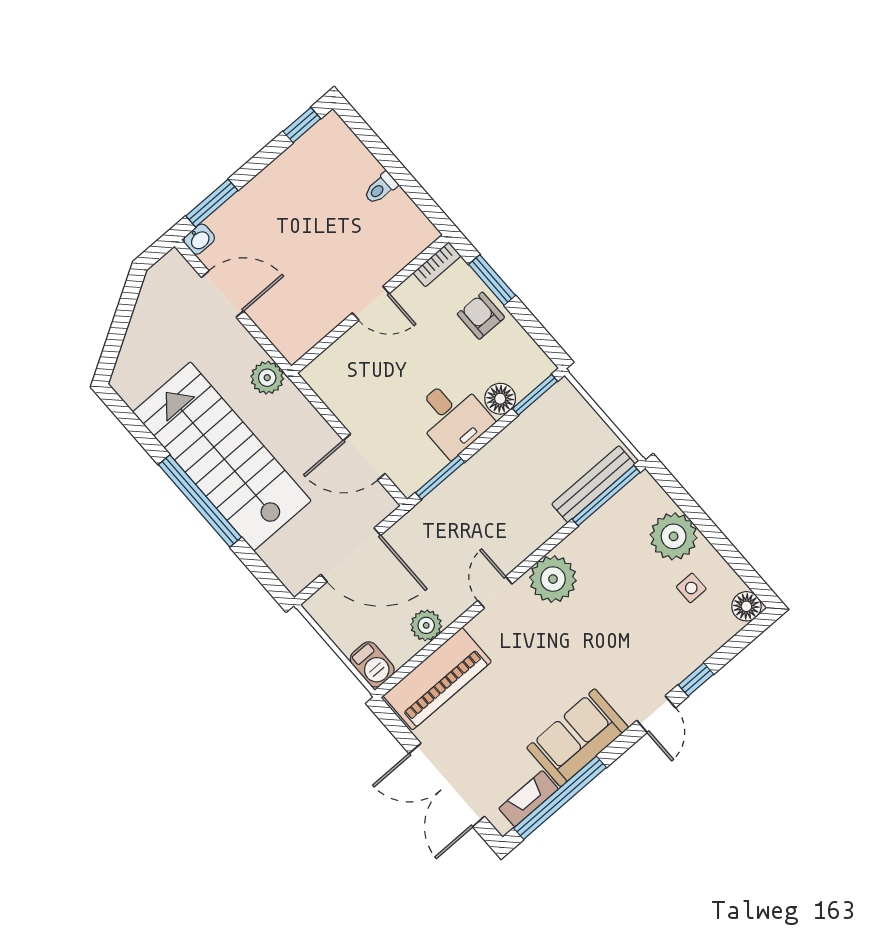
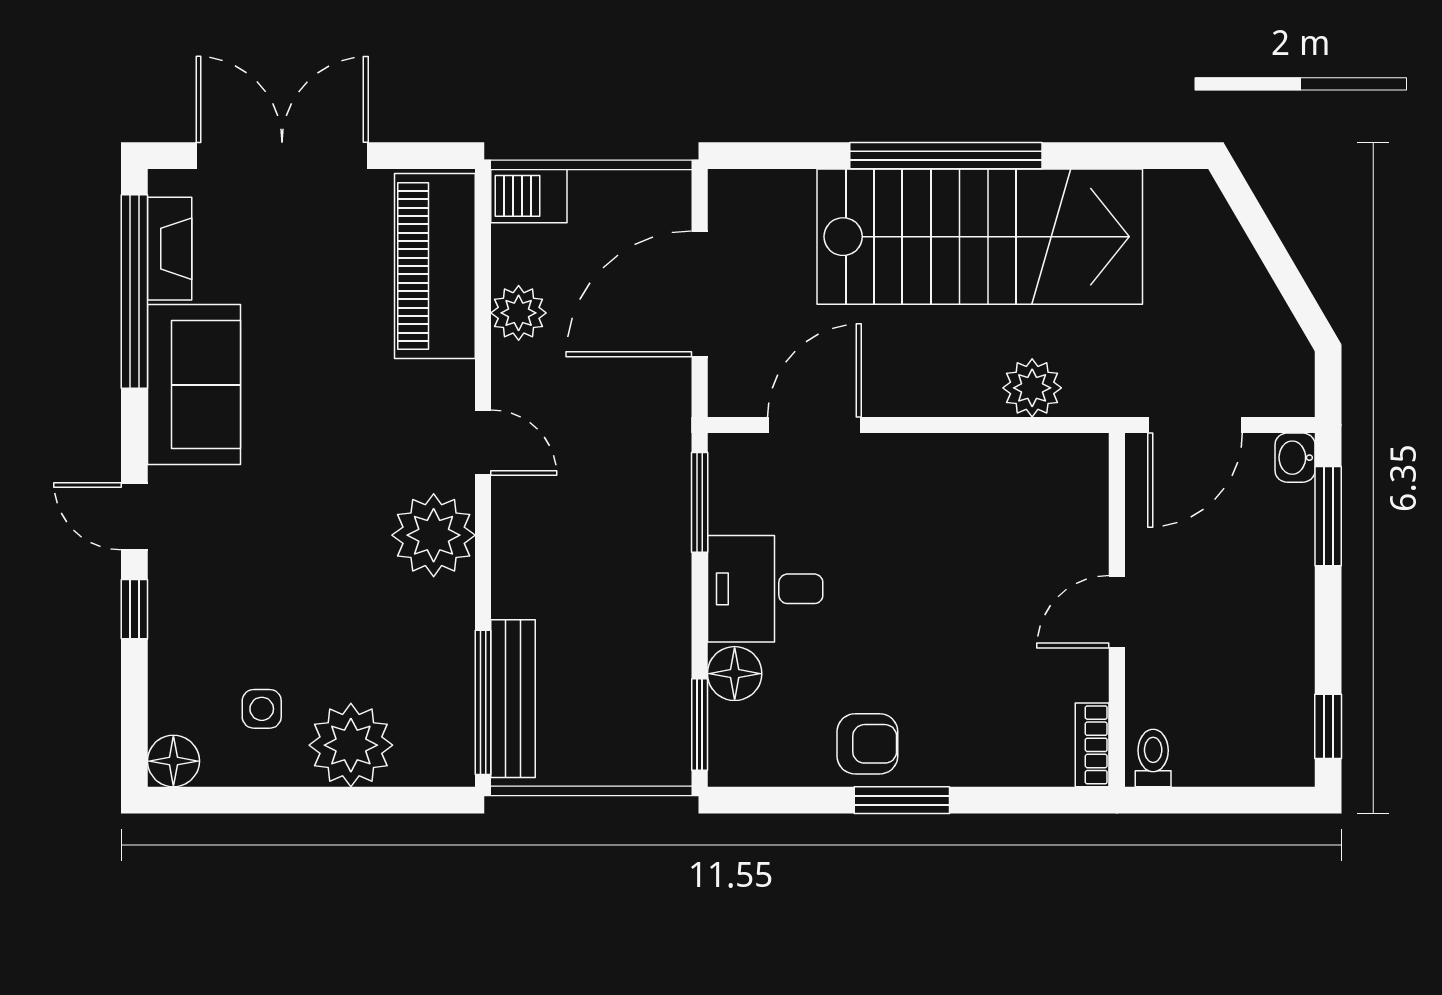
bookcase: (437, 264) -> (1092, 745), moved
door: (371, 303) -> (1117, 612), moved
wall: (370, 304) -> (1117, 610), moved

